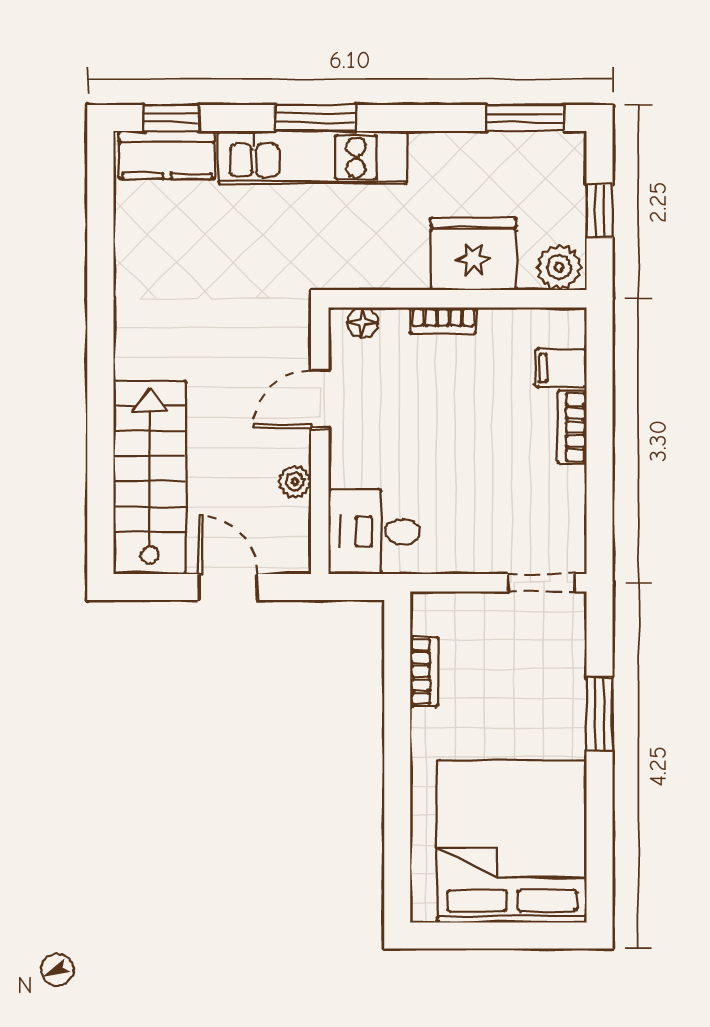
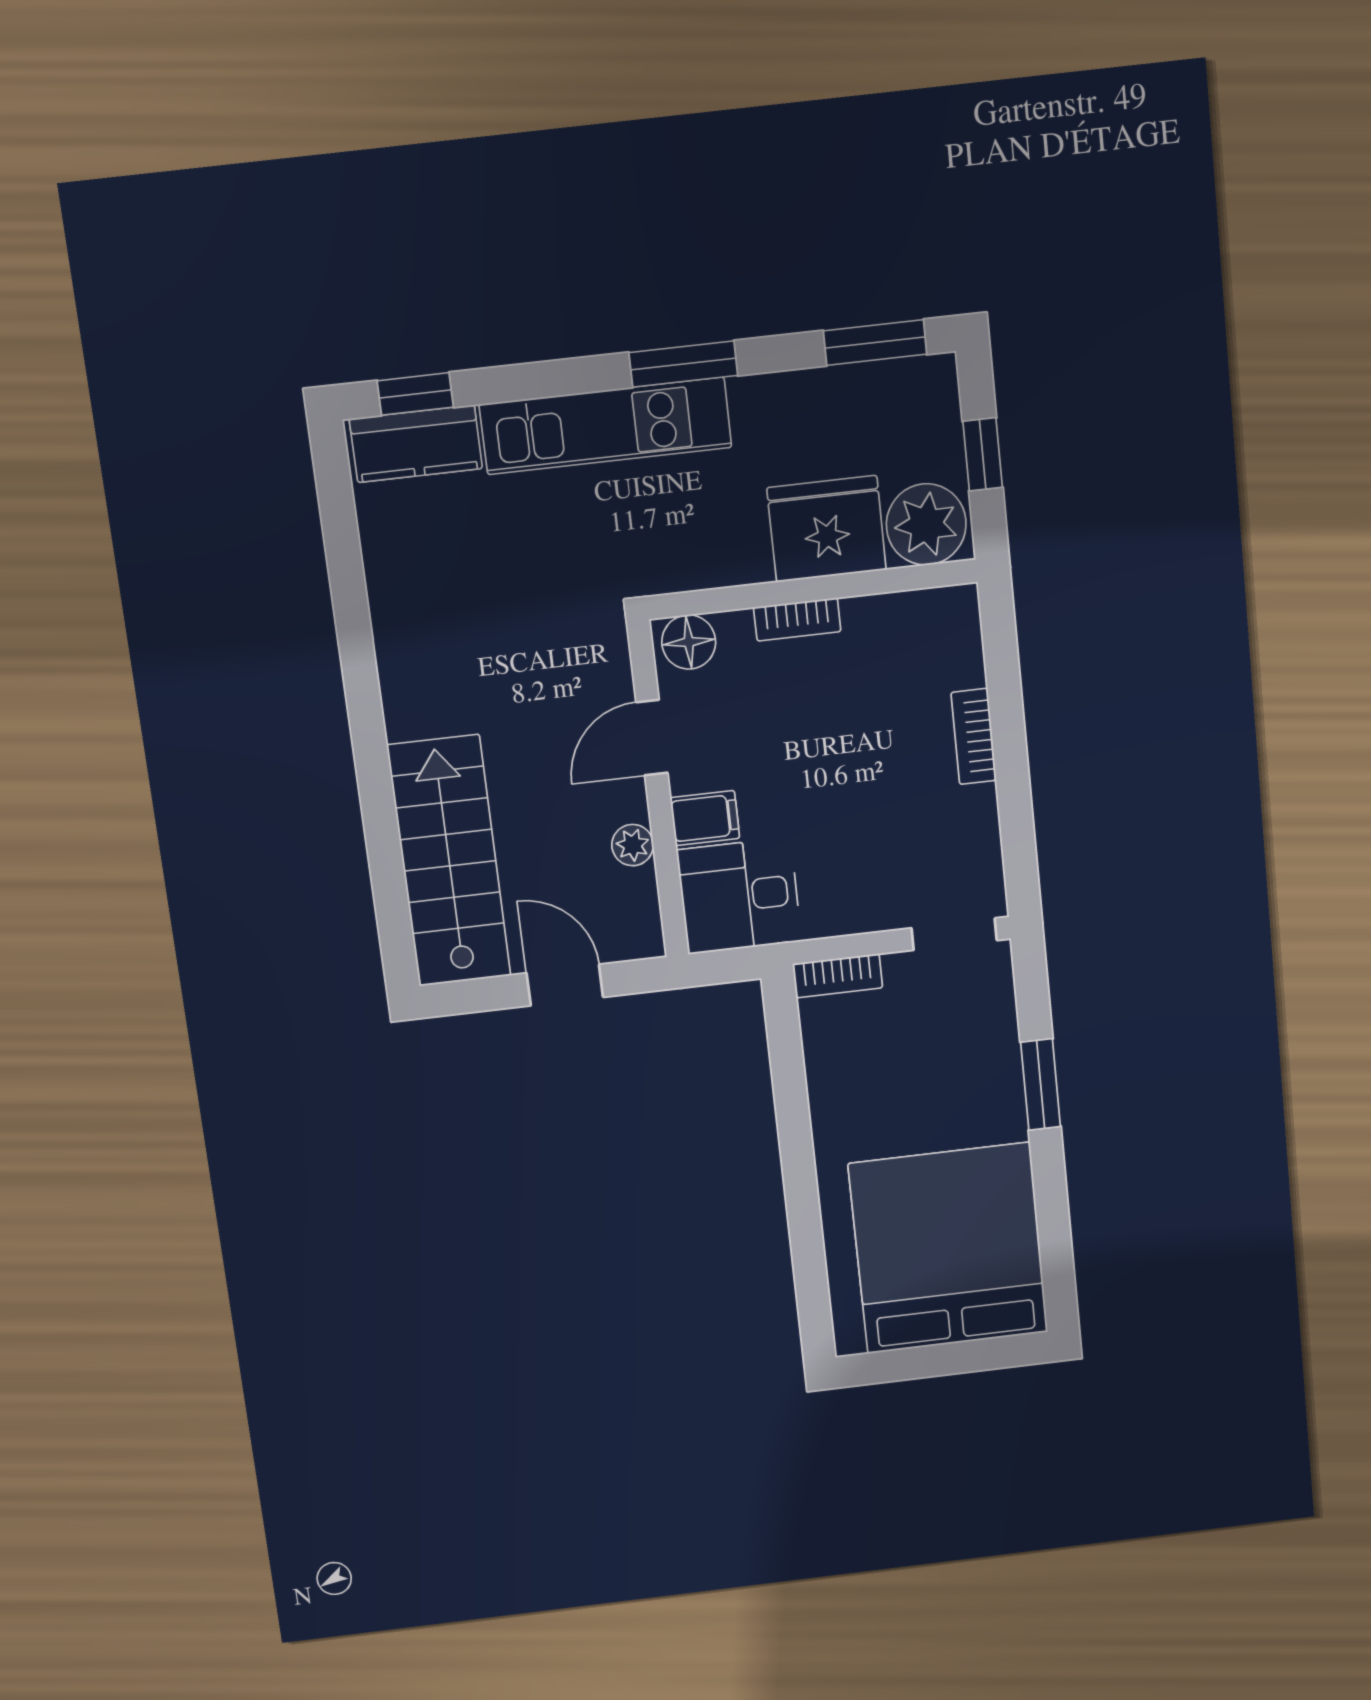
window: (315, 118) -> (683, 364), moved
plant: (559, 267) -> (926, 524), width x1.36, depth x1.36
floor lamp: (363, 323) -> (689, 642), width x1.37, depth x1.37
filing cabinet: (561, 368) -> (705, 818), moved, turned 180
bookcase: (424, 672) -> (838, 976), moved, turned 90

